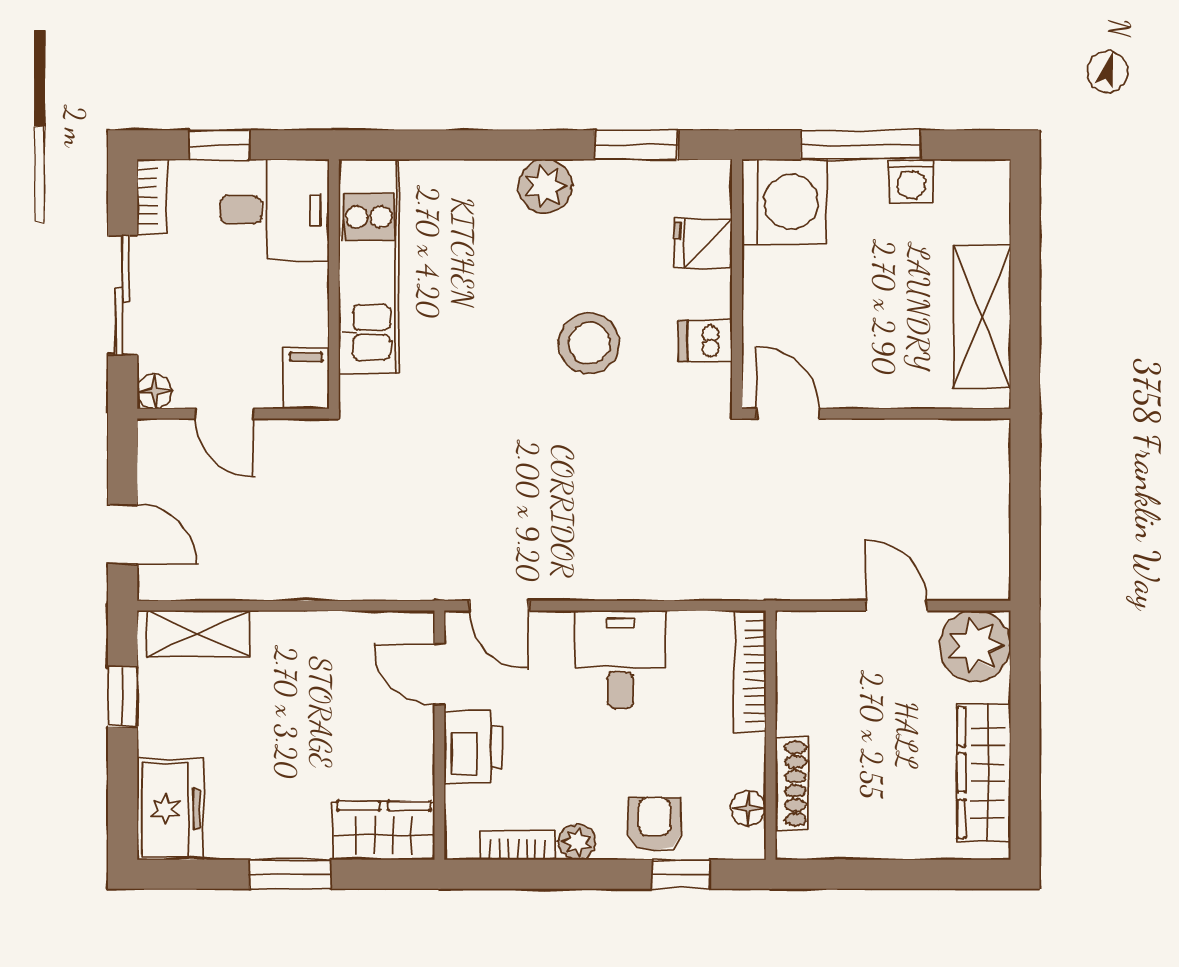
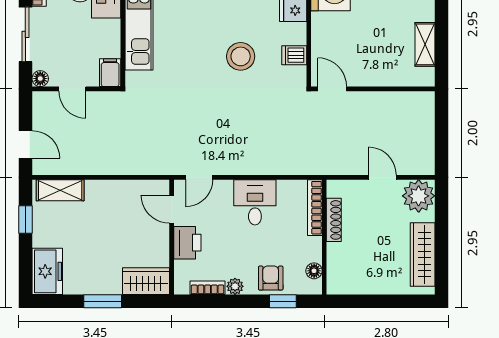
shelving: (982, 317) -> (425, 44), width x0.67, depth x0.75
door: (499, 606) -> (199, 177), hinge flipped
shoe rack: (791, 783) -> (334, 220), moved

